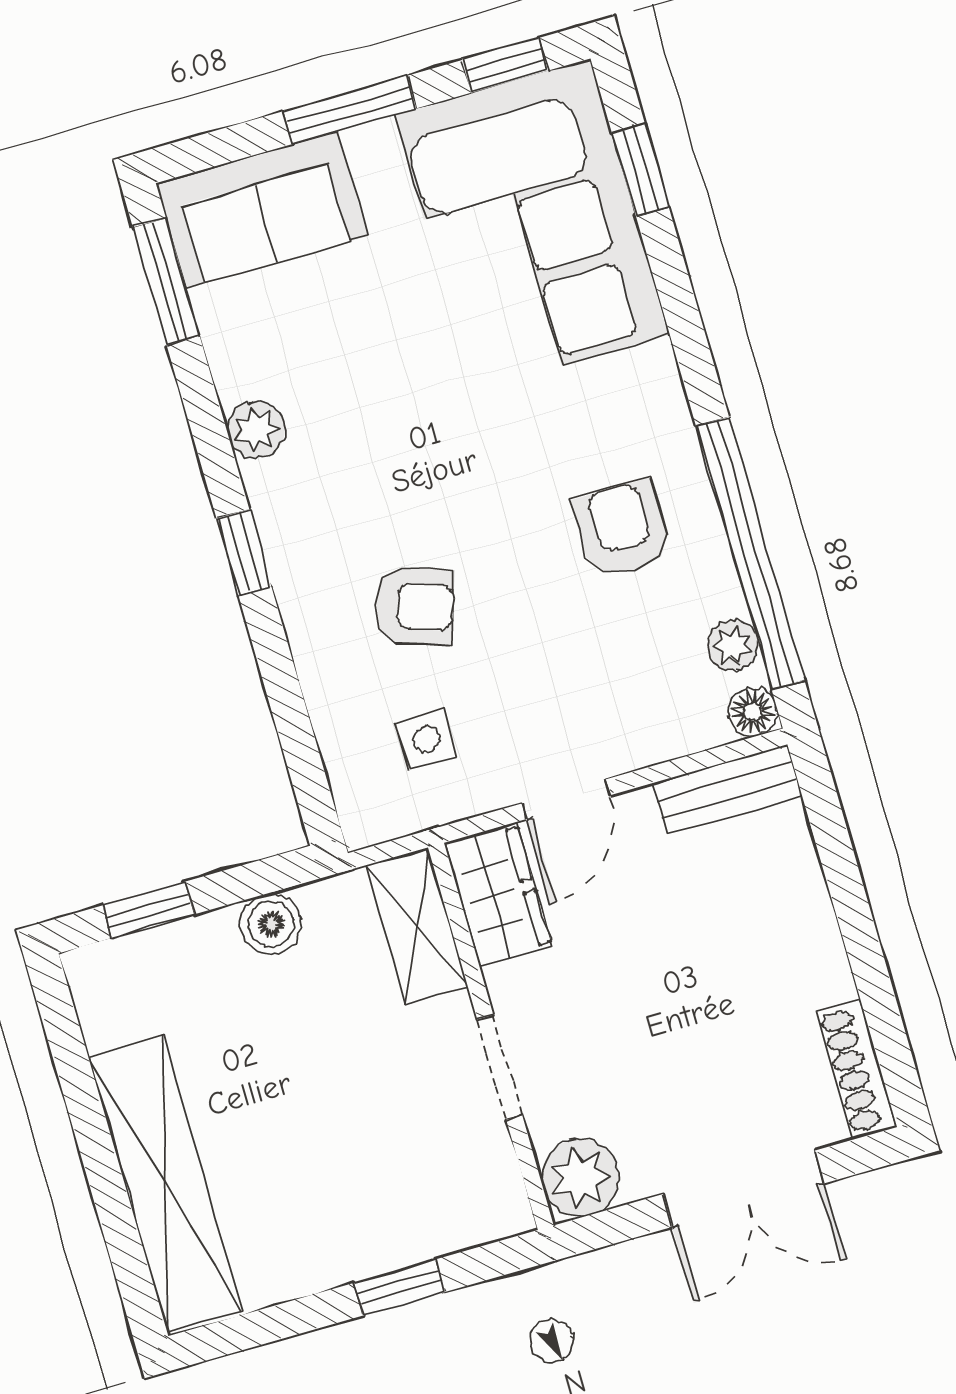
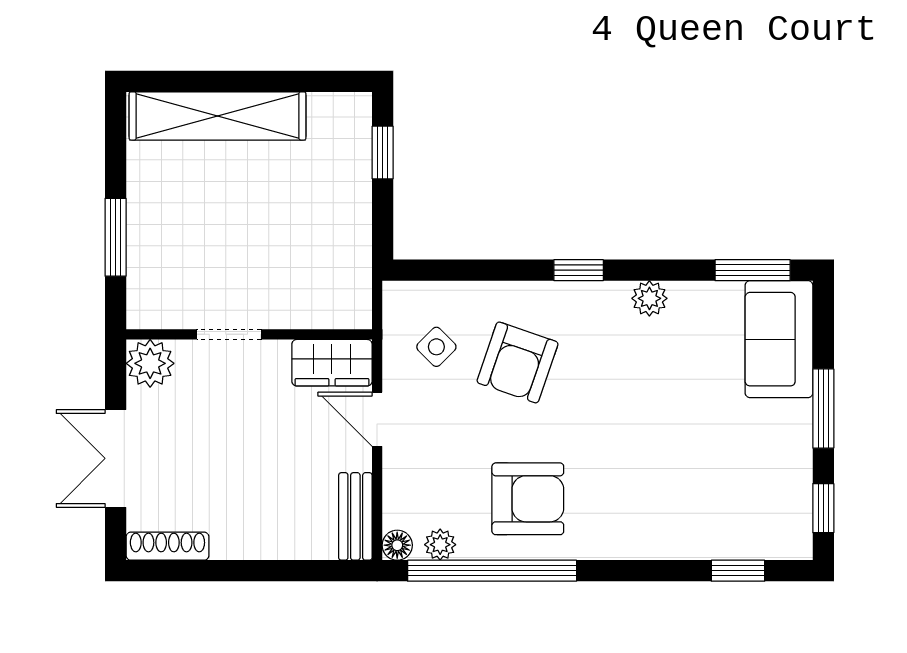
corner sofa: (532, 225) -> (724, 497), removed
armchair: (622, 529) -> (528, 499), width x1.38, depth x1.38
armchair: (415, 606) -> (518, 362), width x1.38, depth x1.38
side table: (427, 739) -> (436, 347), turned 45
boiler: (271, 924) -> (353, 223), removed
shelving: (417, 926) -> (327, 309), removed
window: (399, 1287) -> (116, 237), width x1.50

